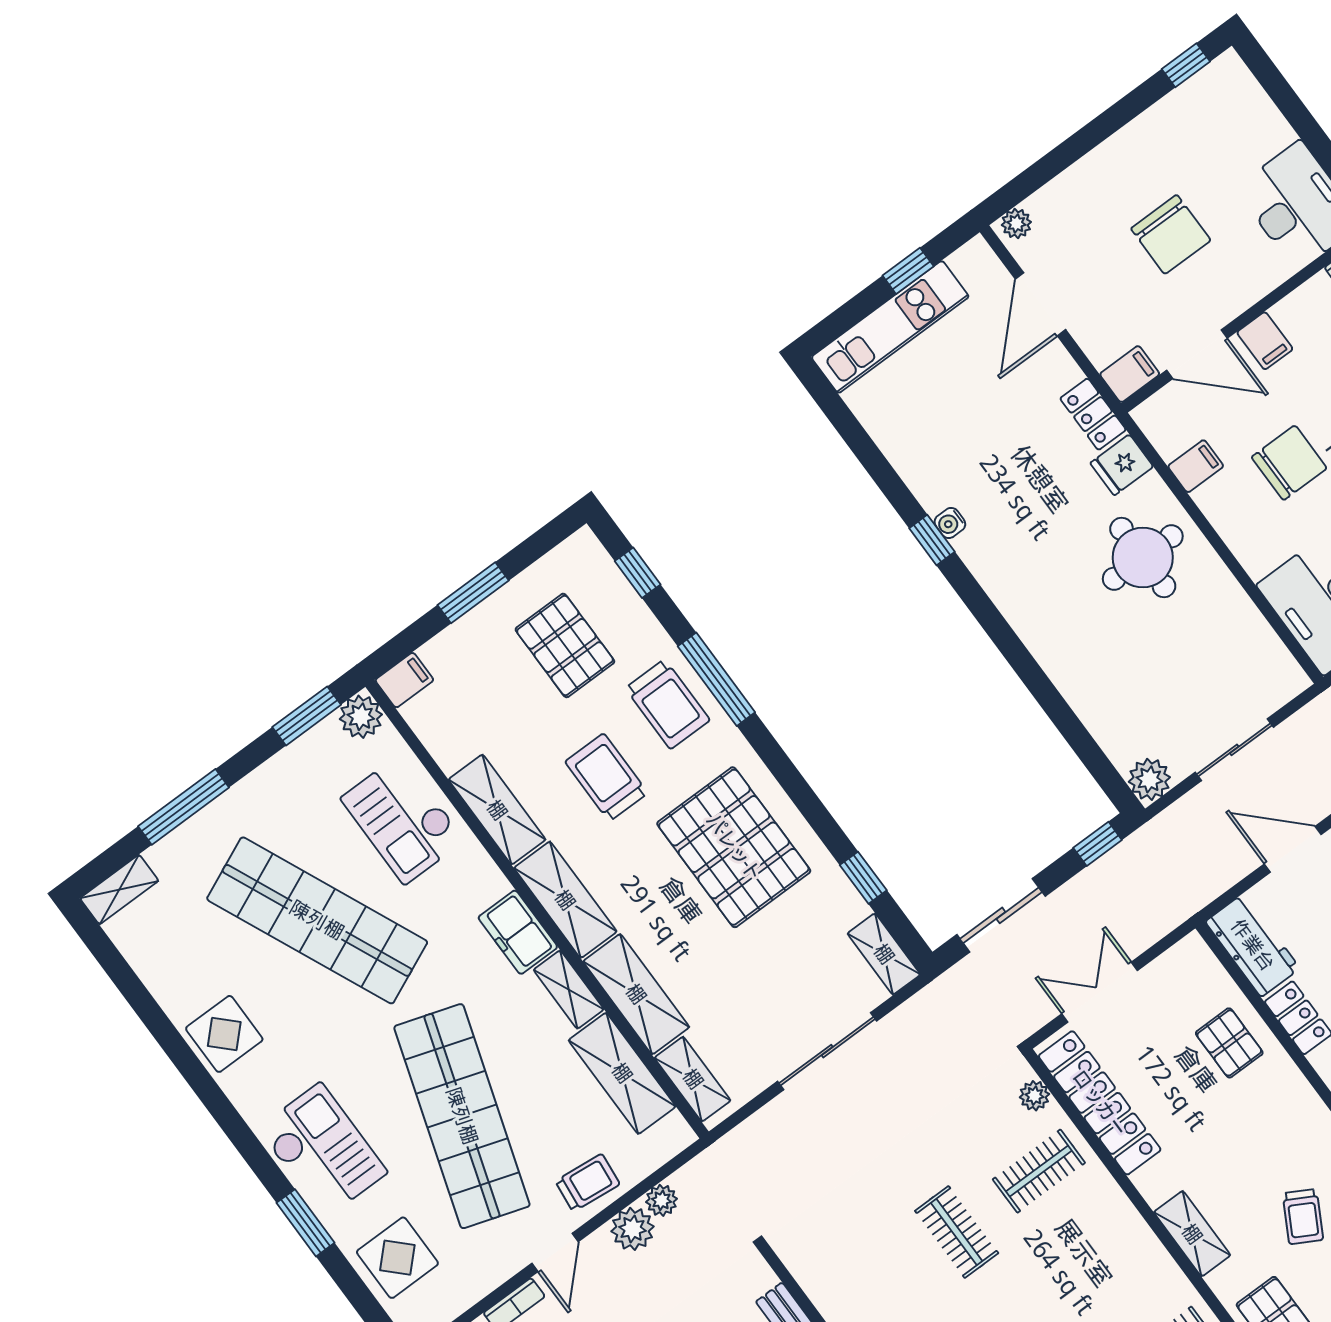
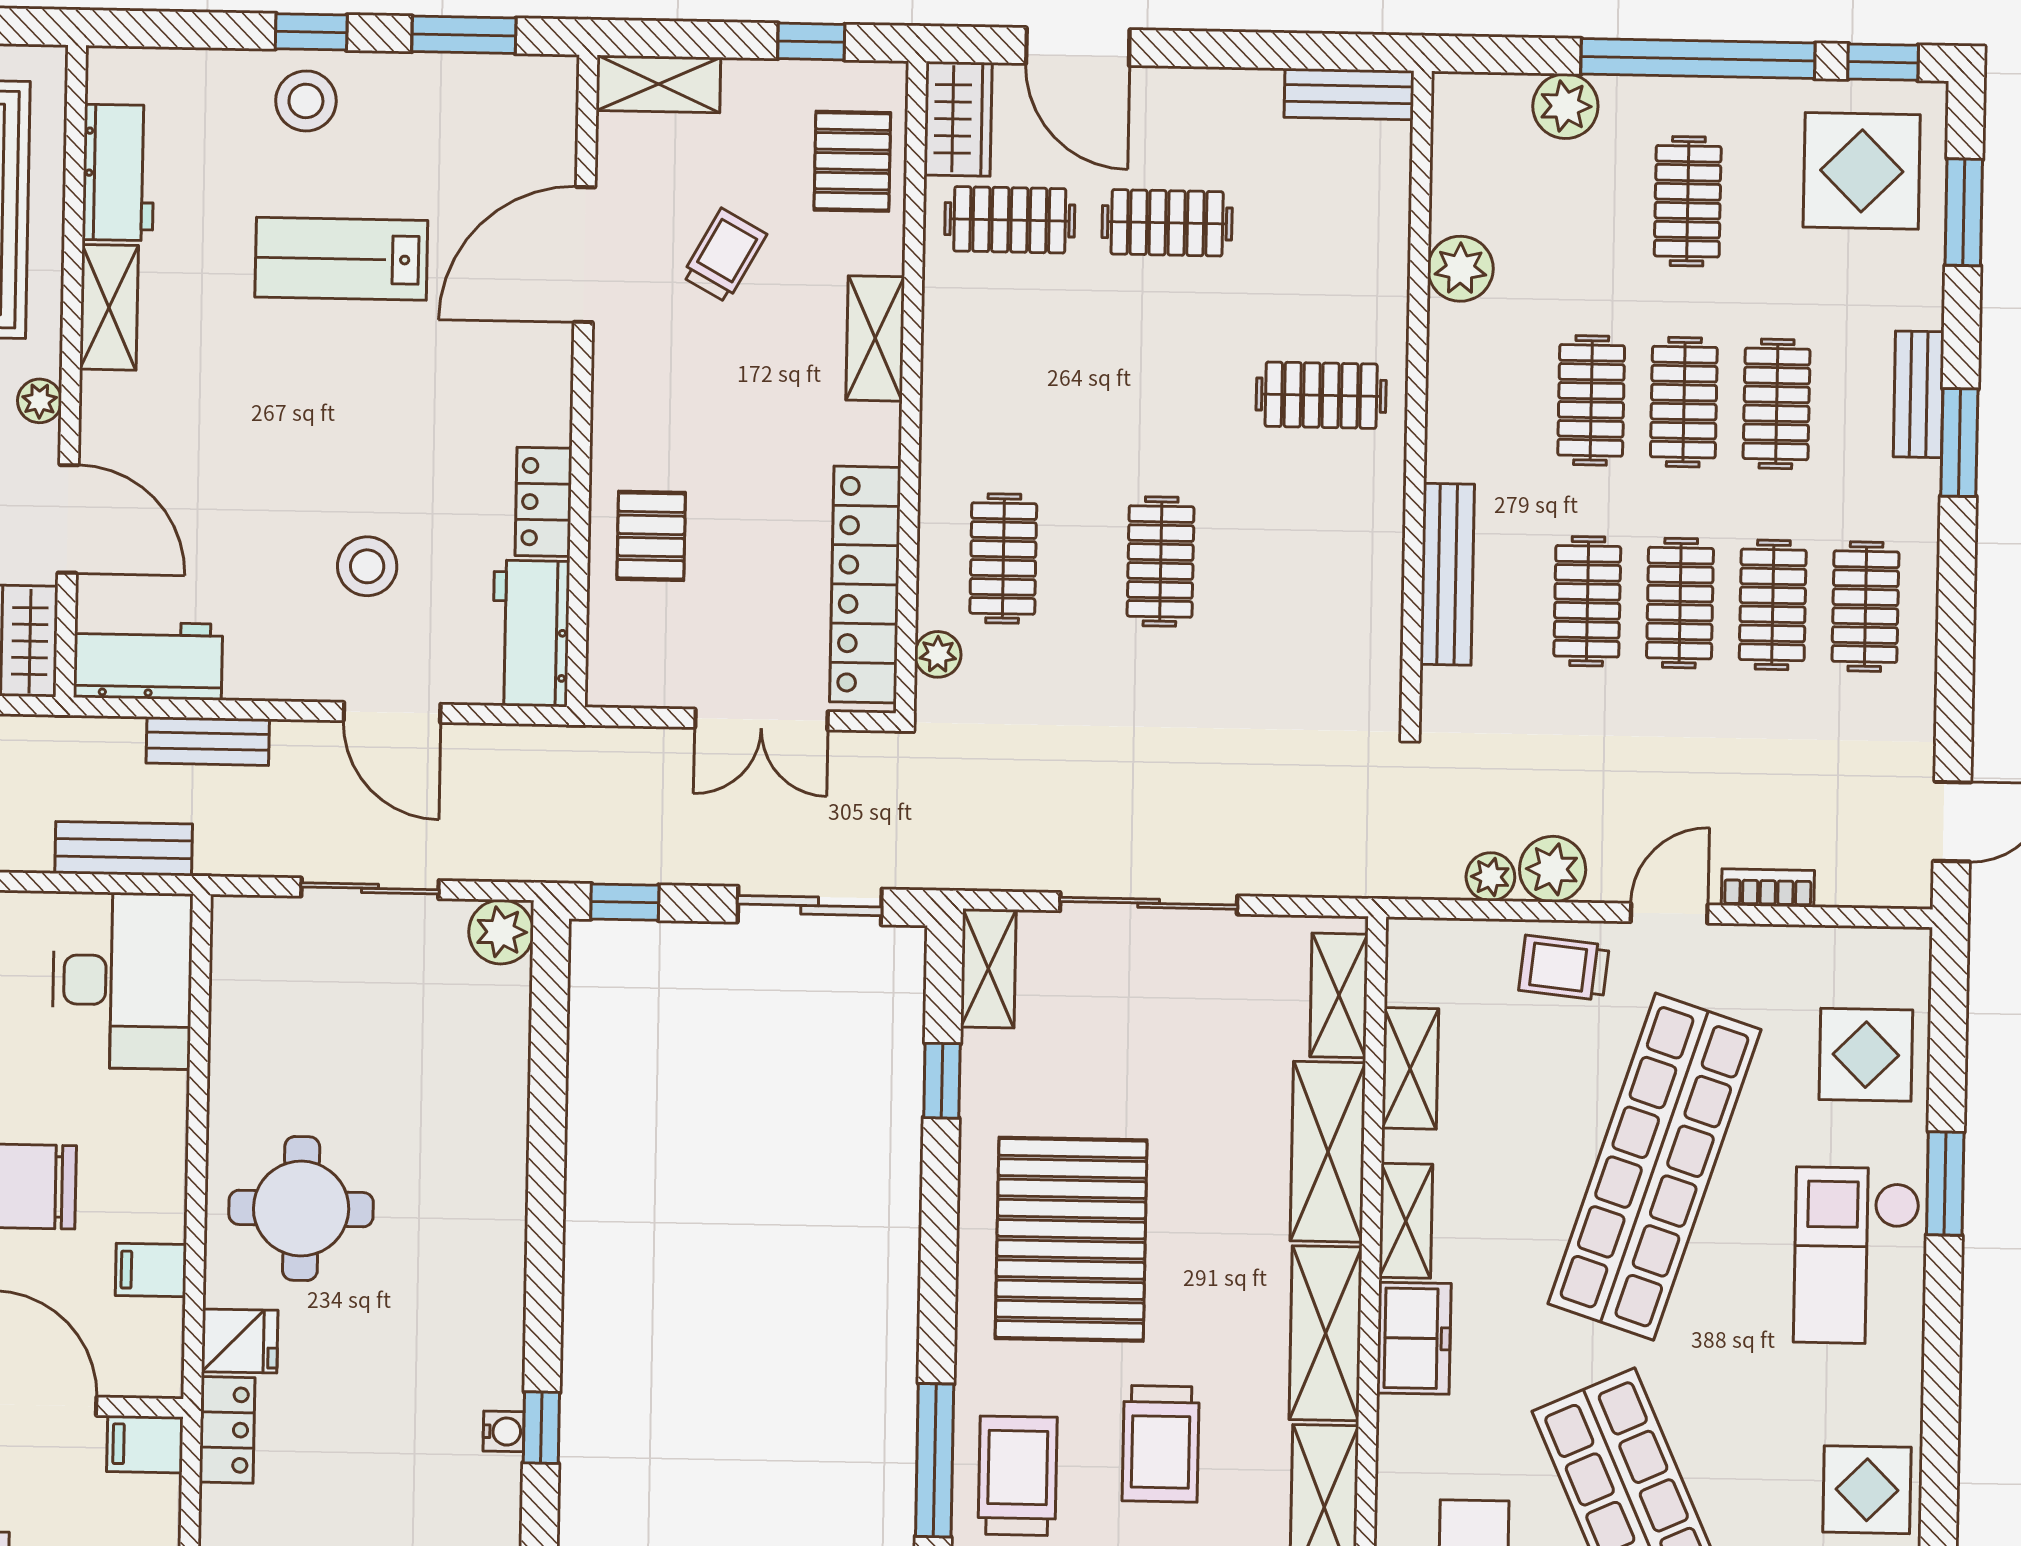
shelving: (622, 1073) -> (1410, 1068), width x0.67, depth x0.75
clothes rail: (1039, 1171) -> (1003, 558), turned 90

